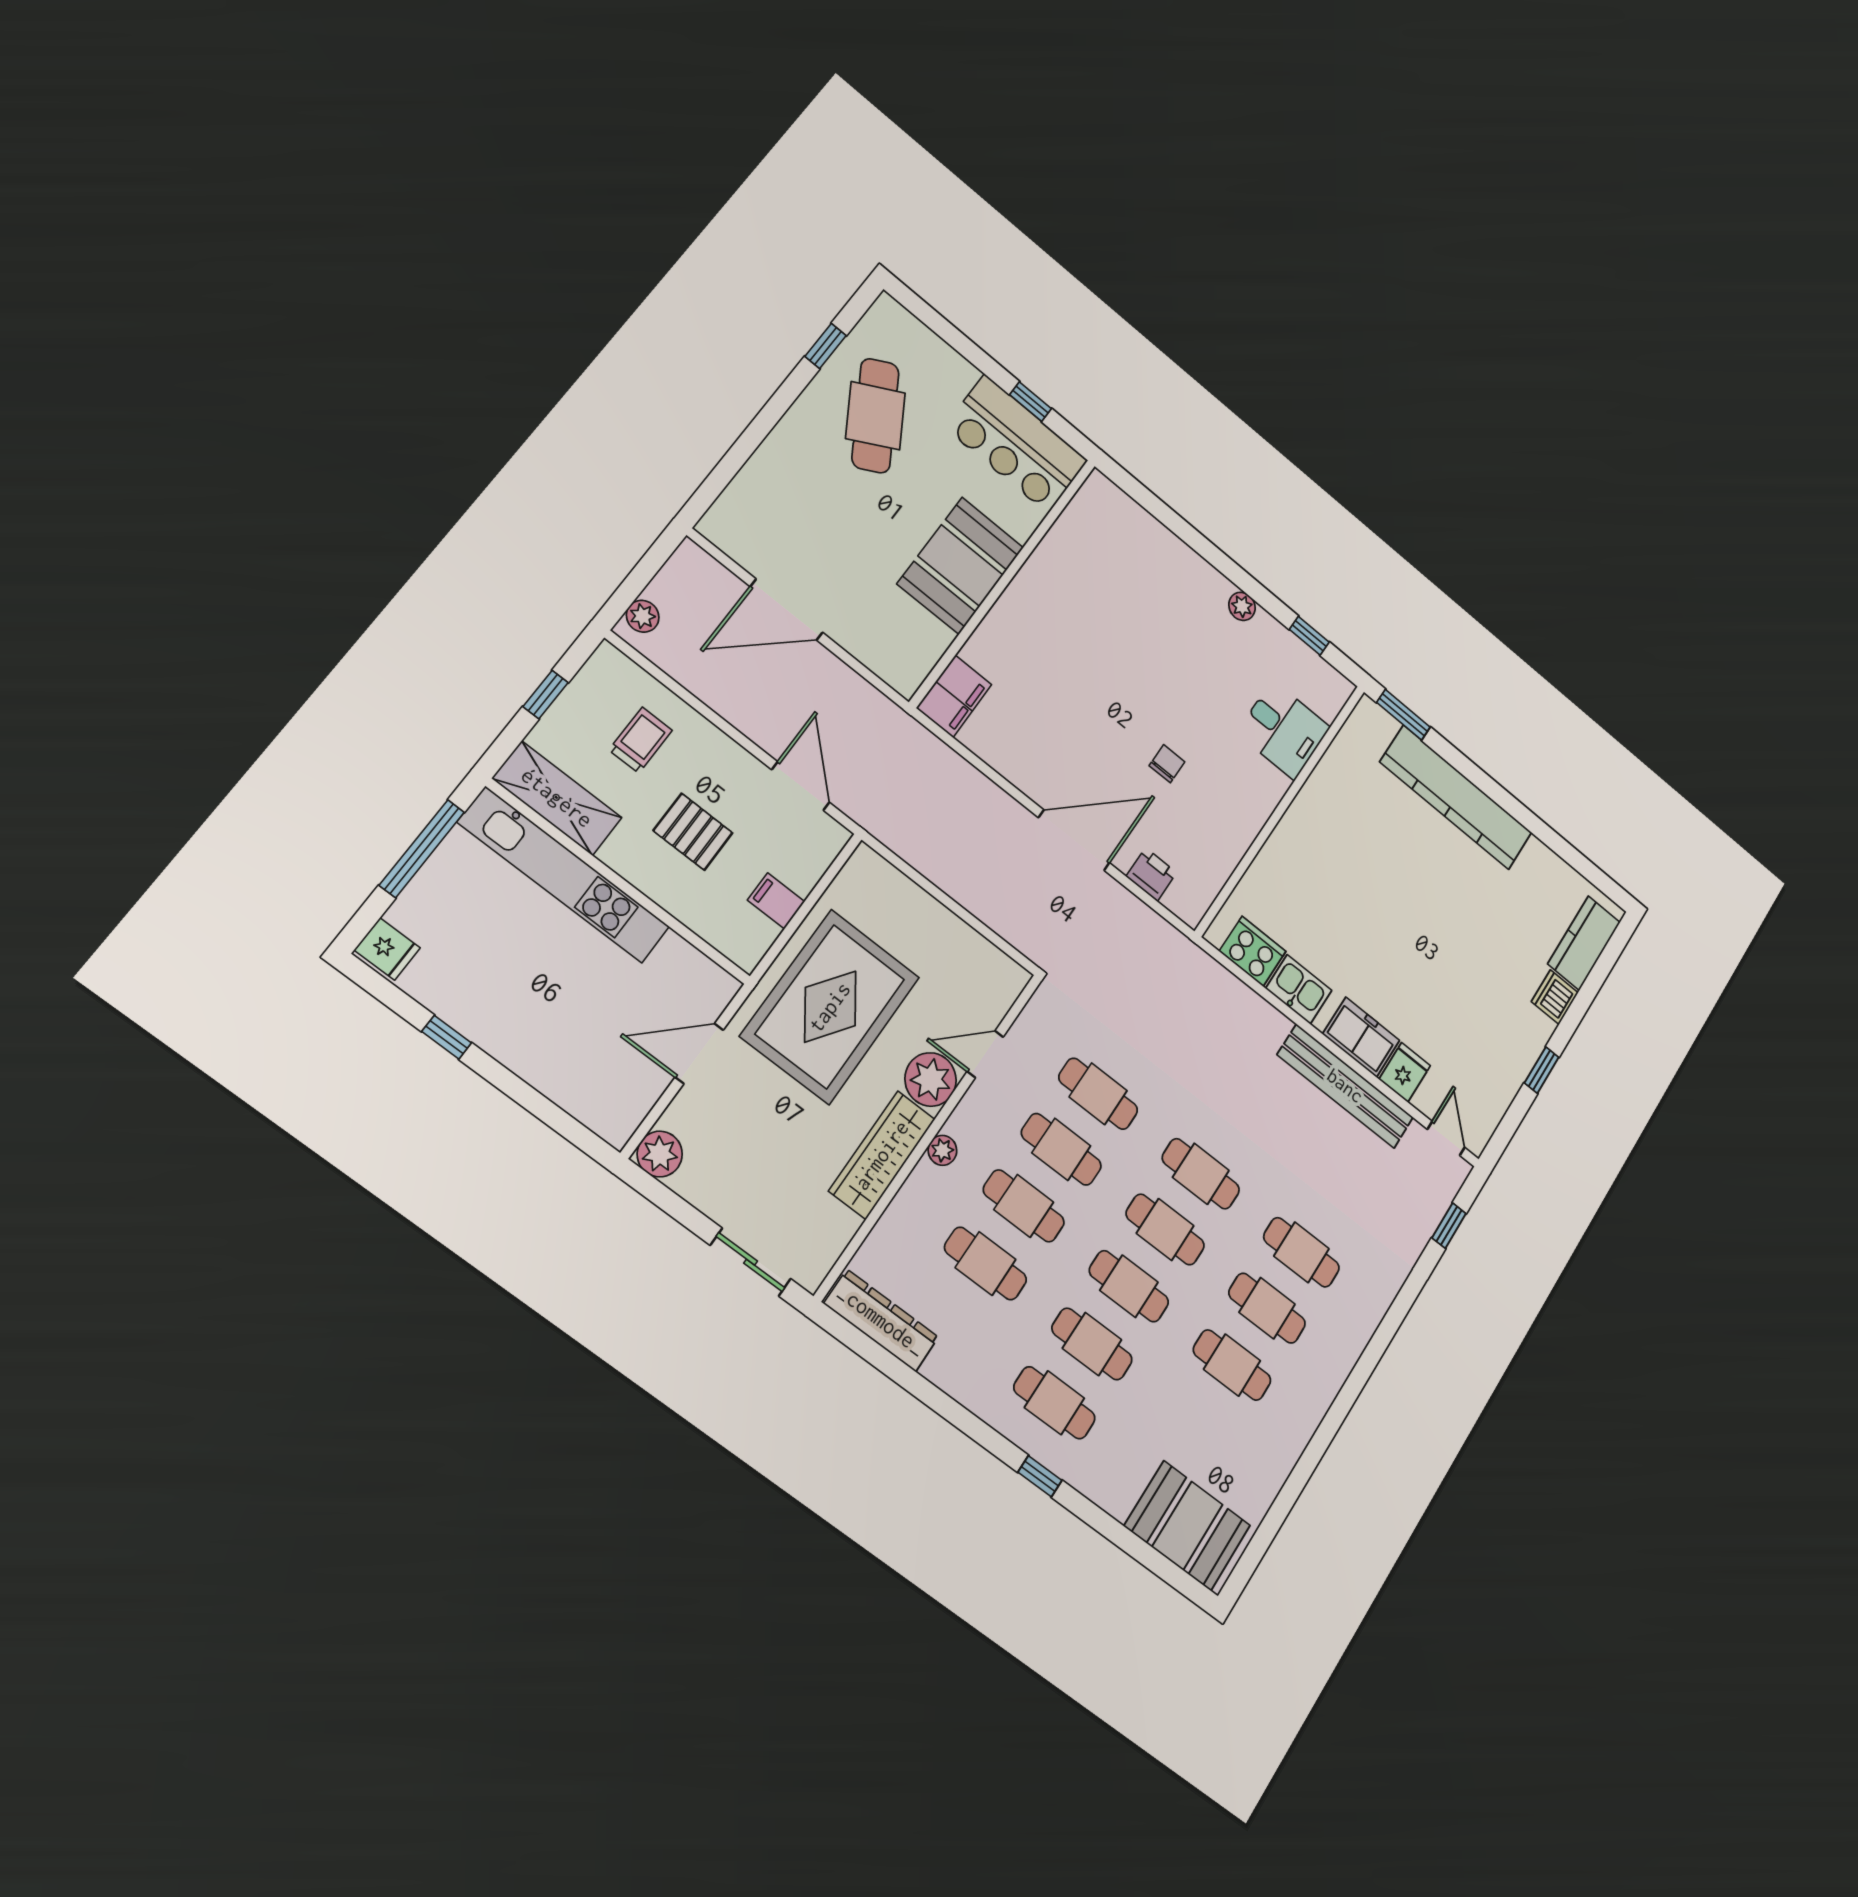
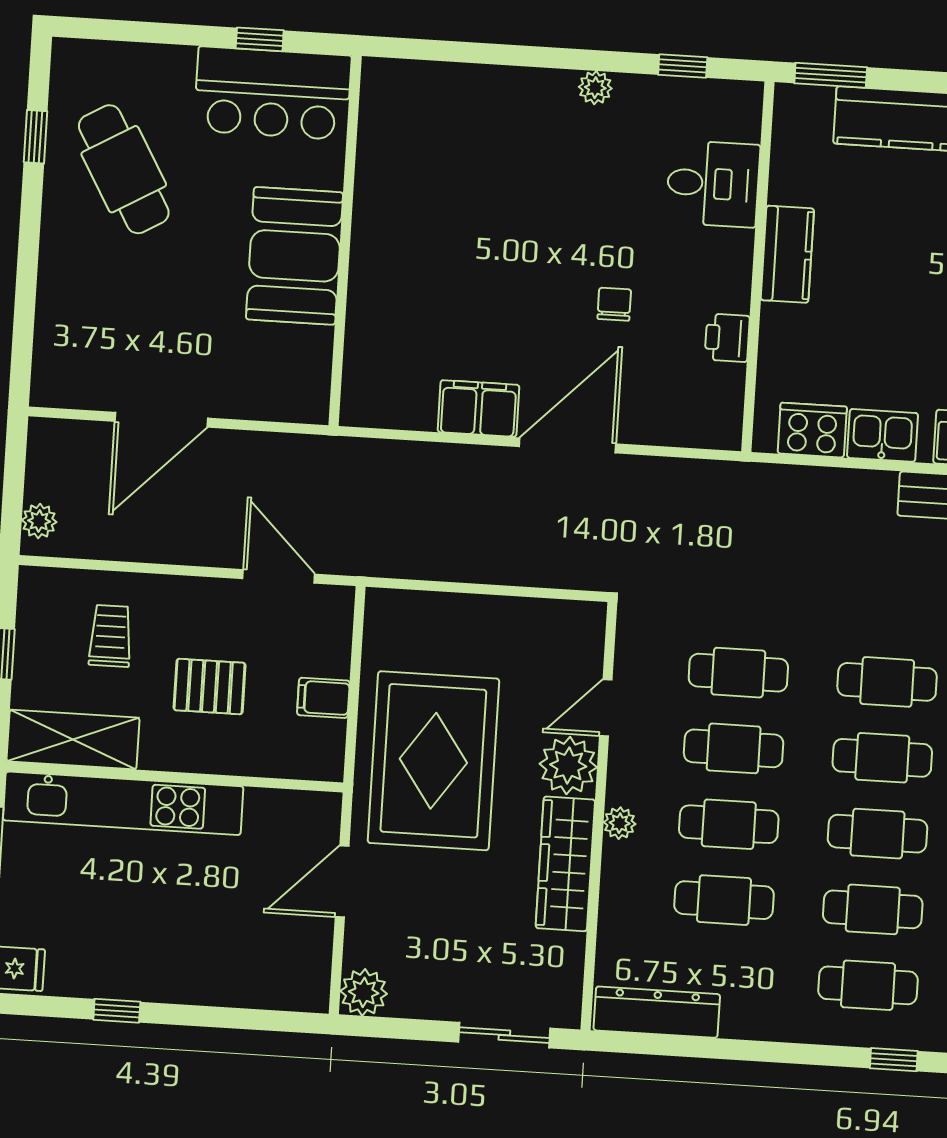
filing cabinet: (954, 696) -> (479, 408), moved, turned -90
kitchen counter: (1306, 815) -> (787, 254), added
printer: (1151, 875) -> (727, 338), moved, turned -90

